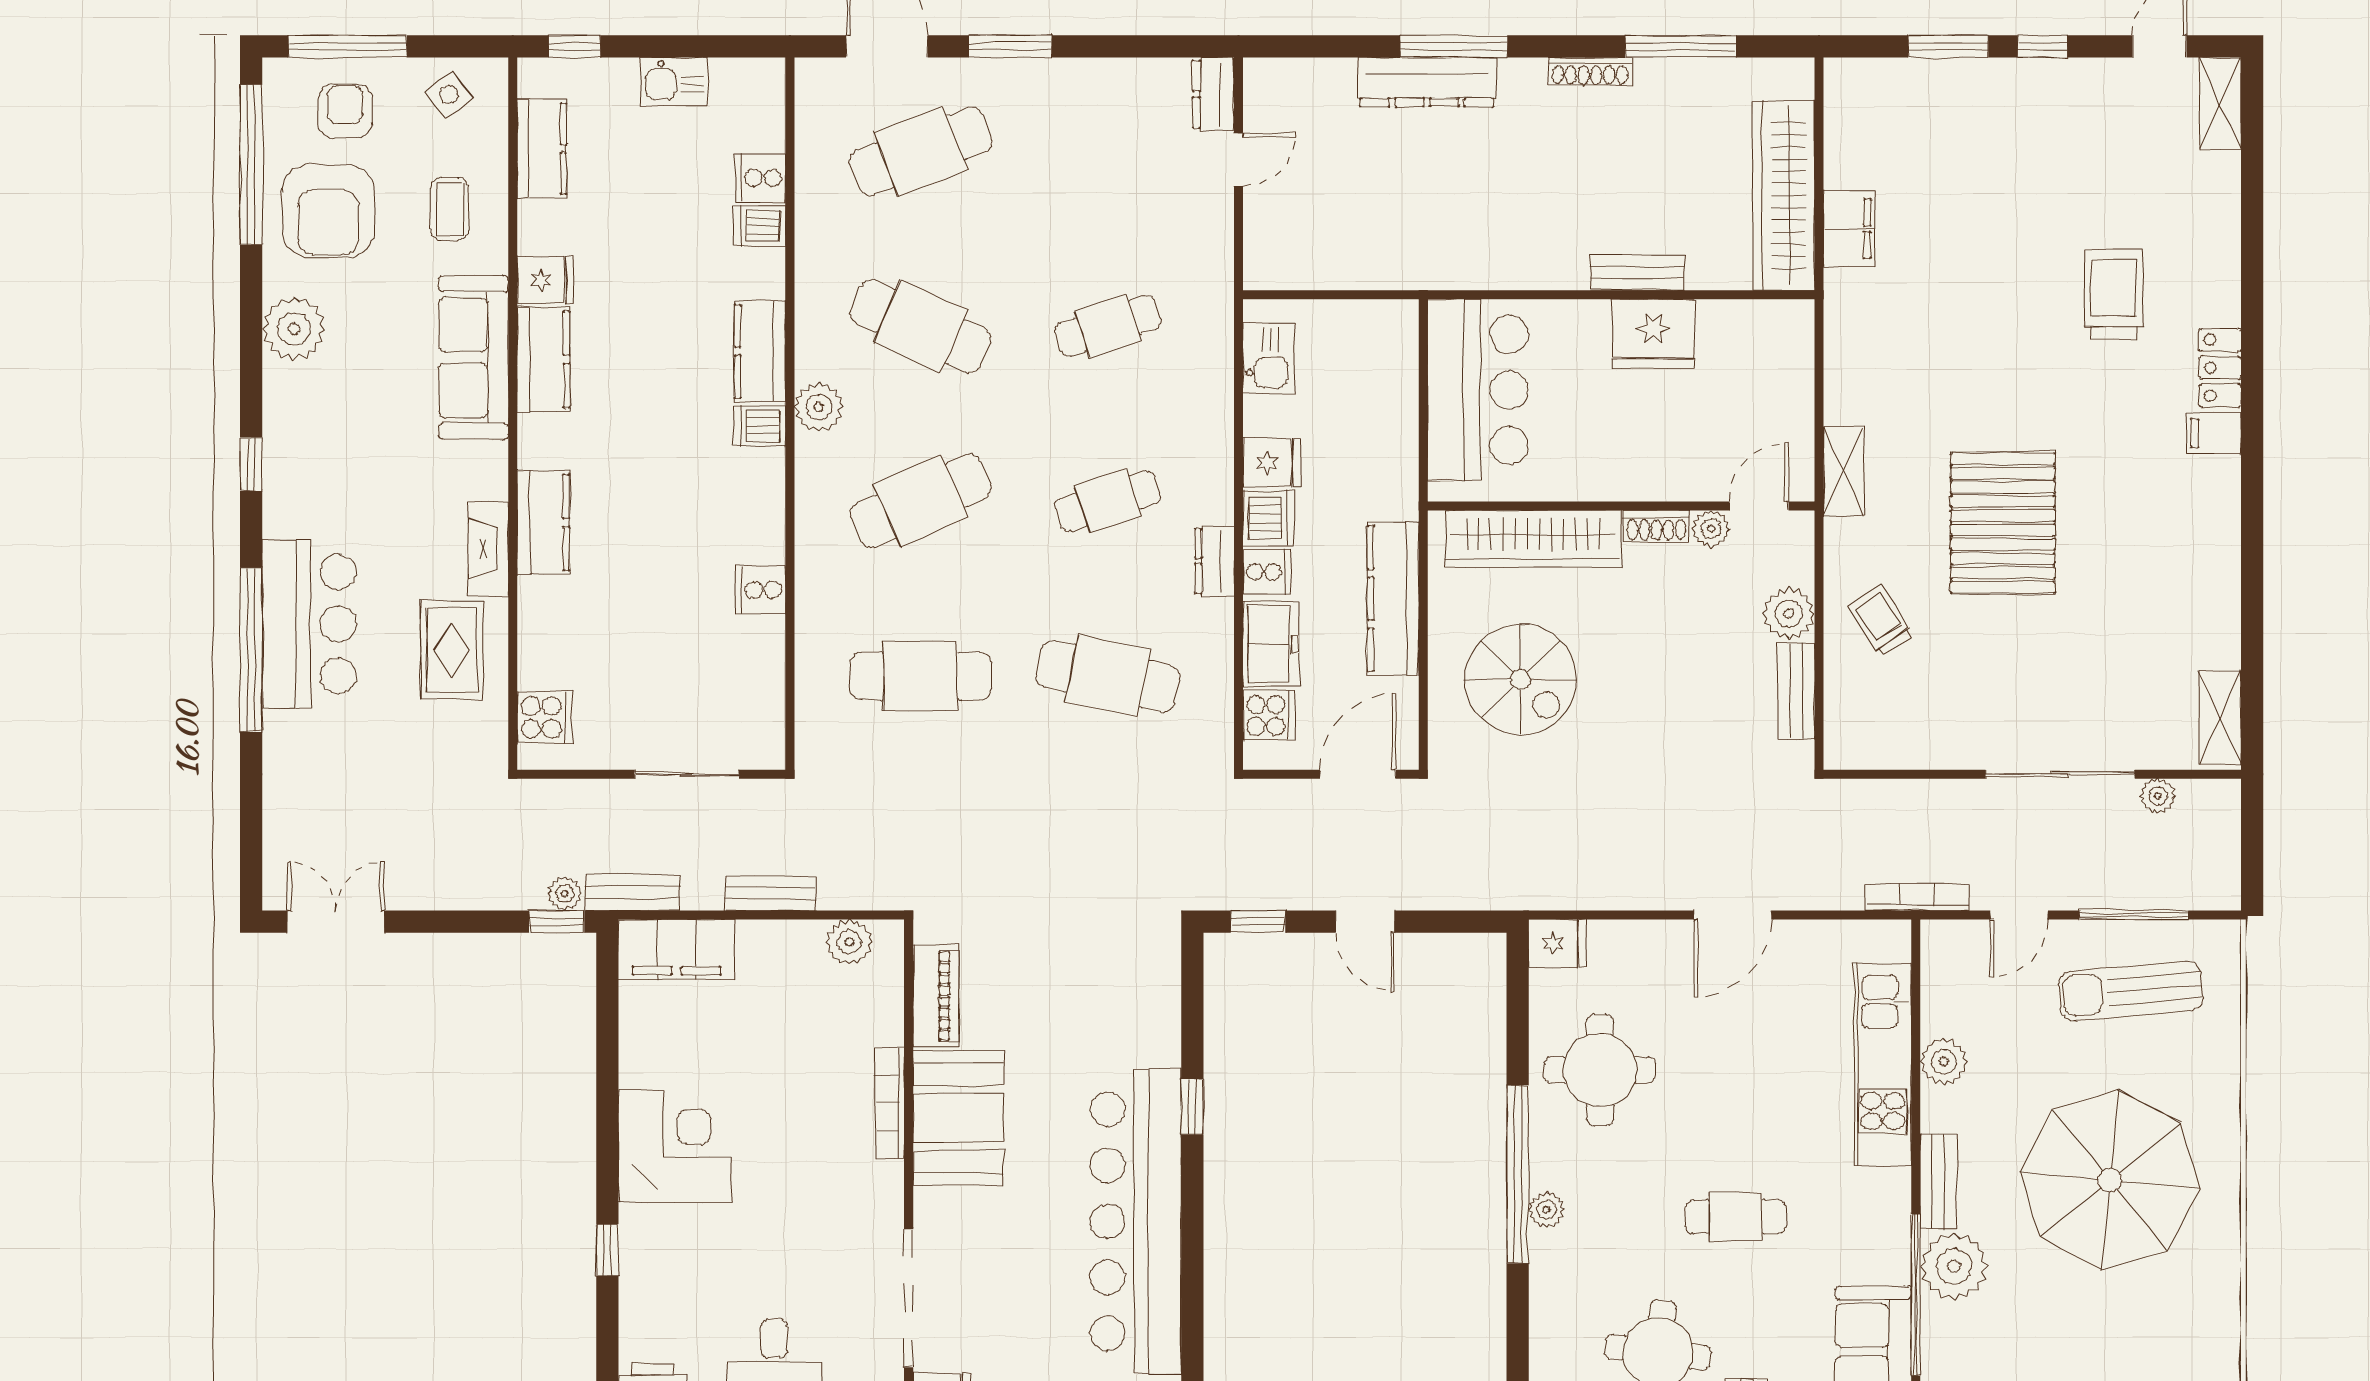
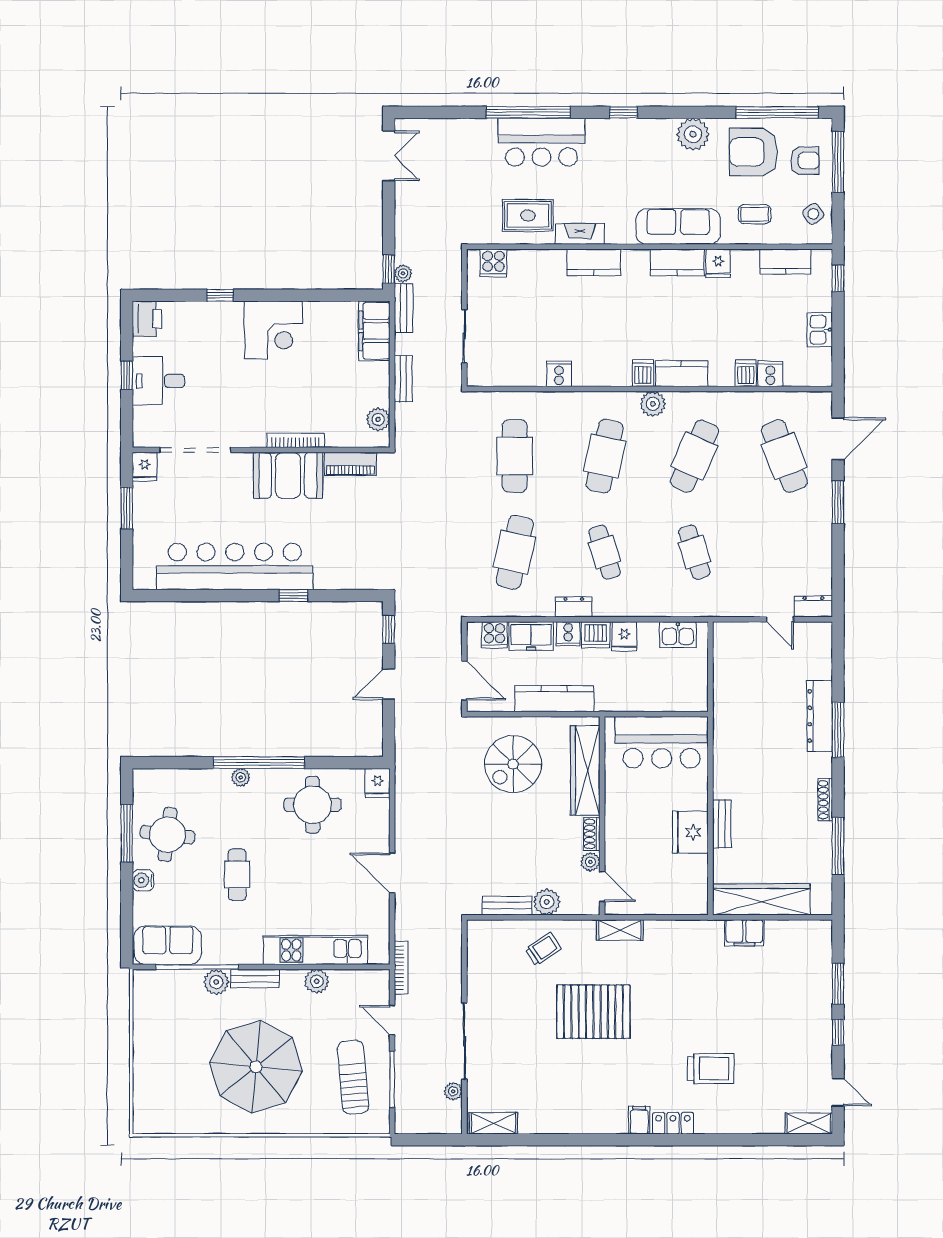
cafe table: (921, 501) -> (605, 456), turned 36
plant: (1954, 1266) -> (216, 982), width x0.73, depth x0.73

